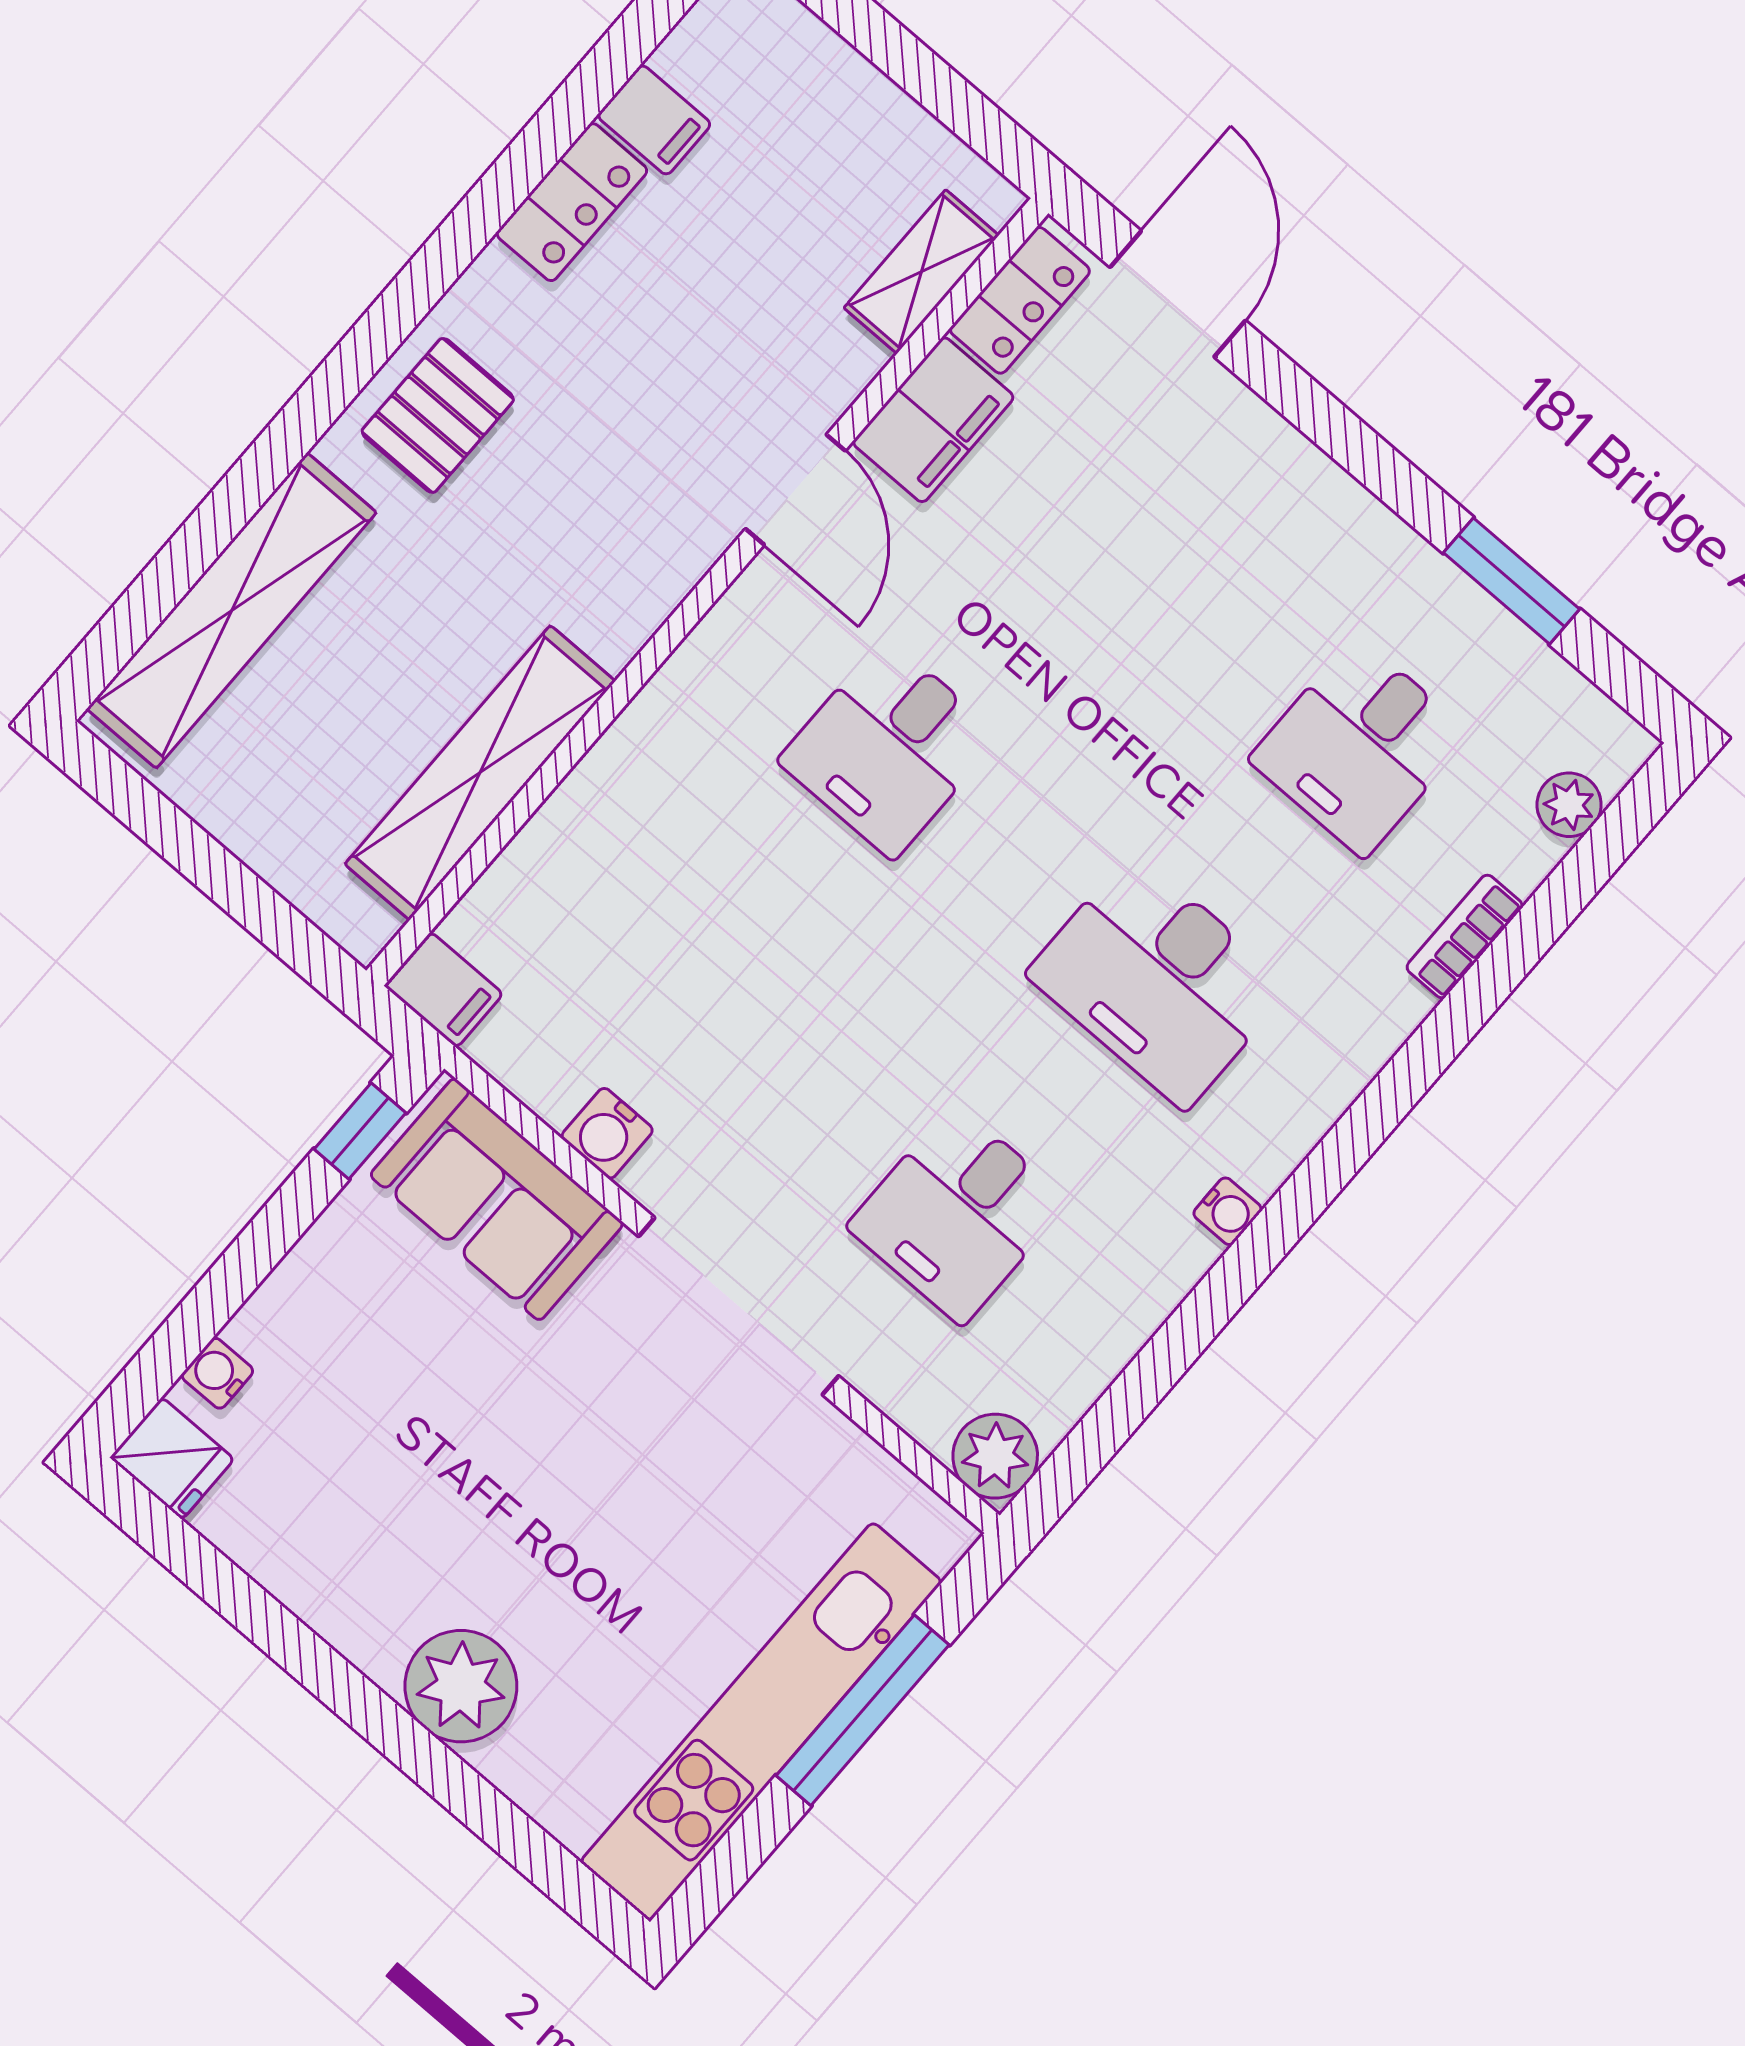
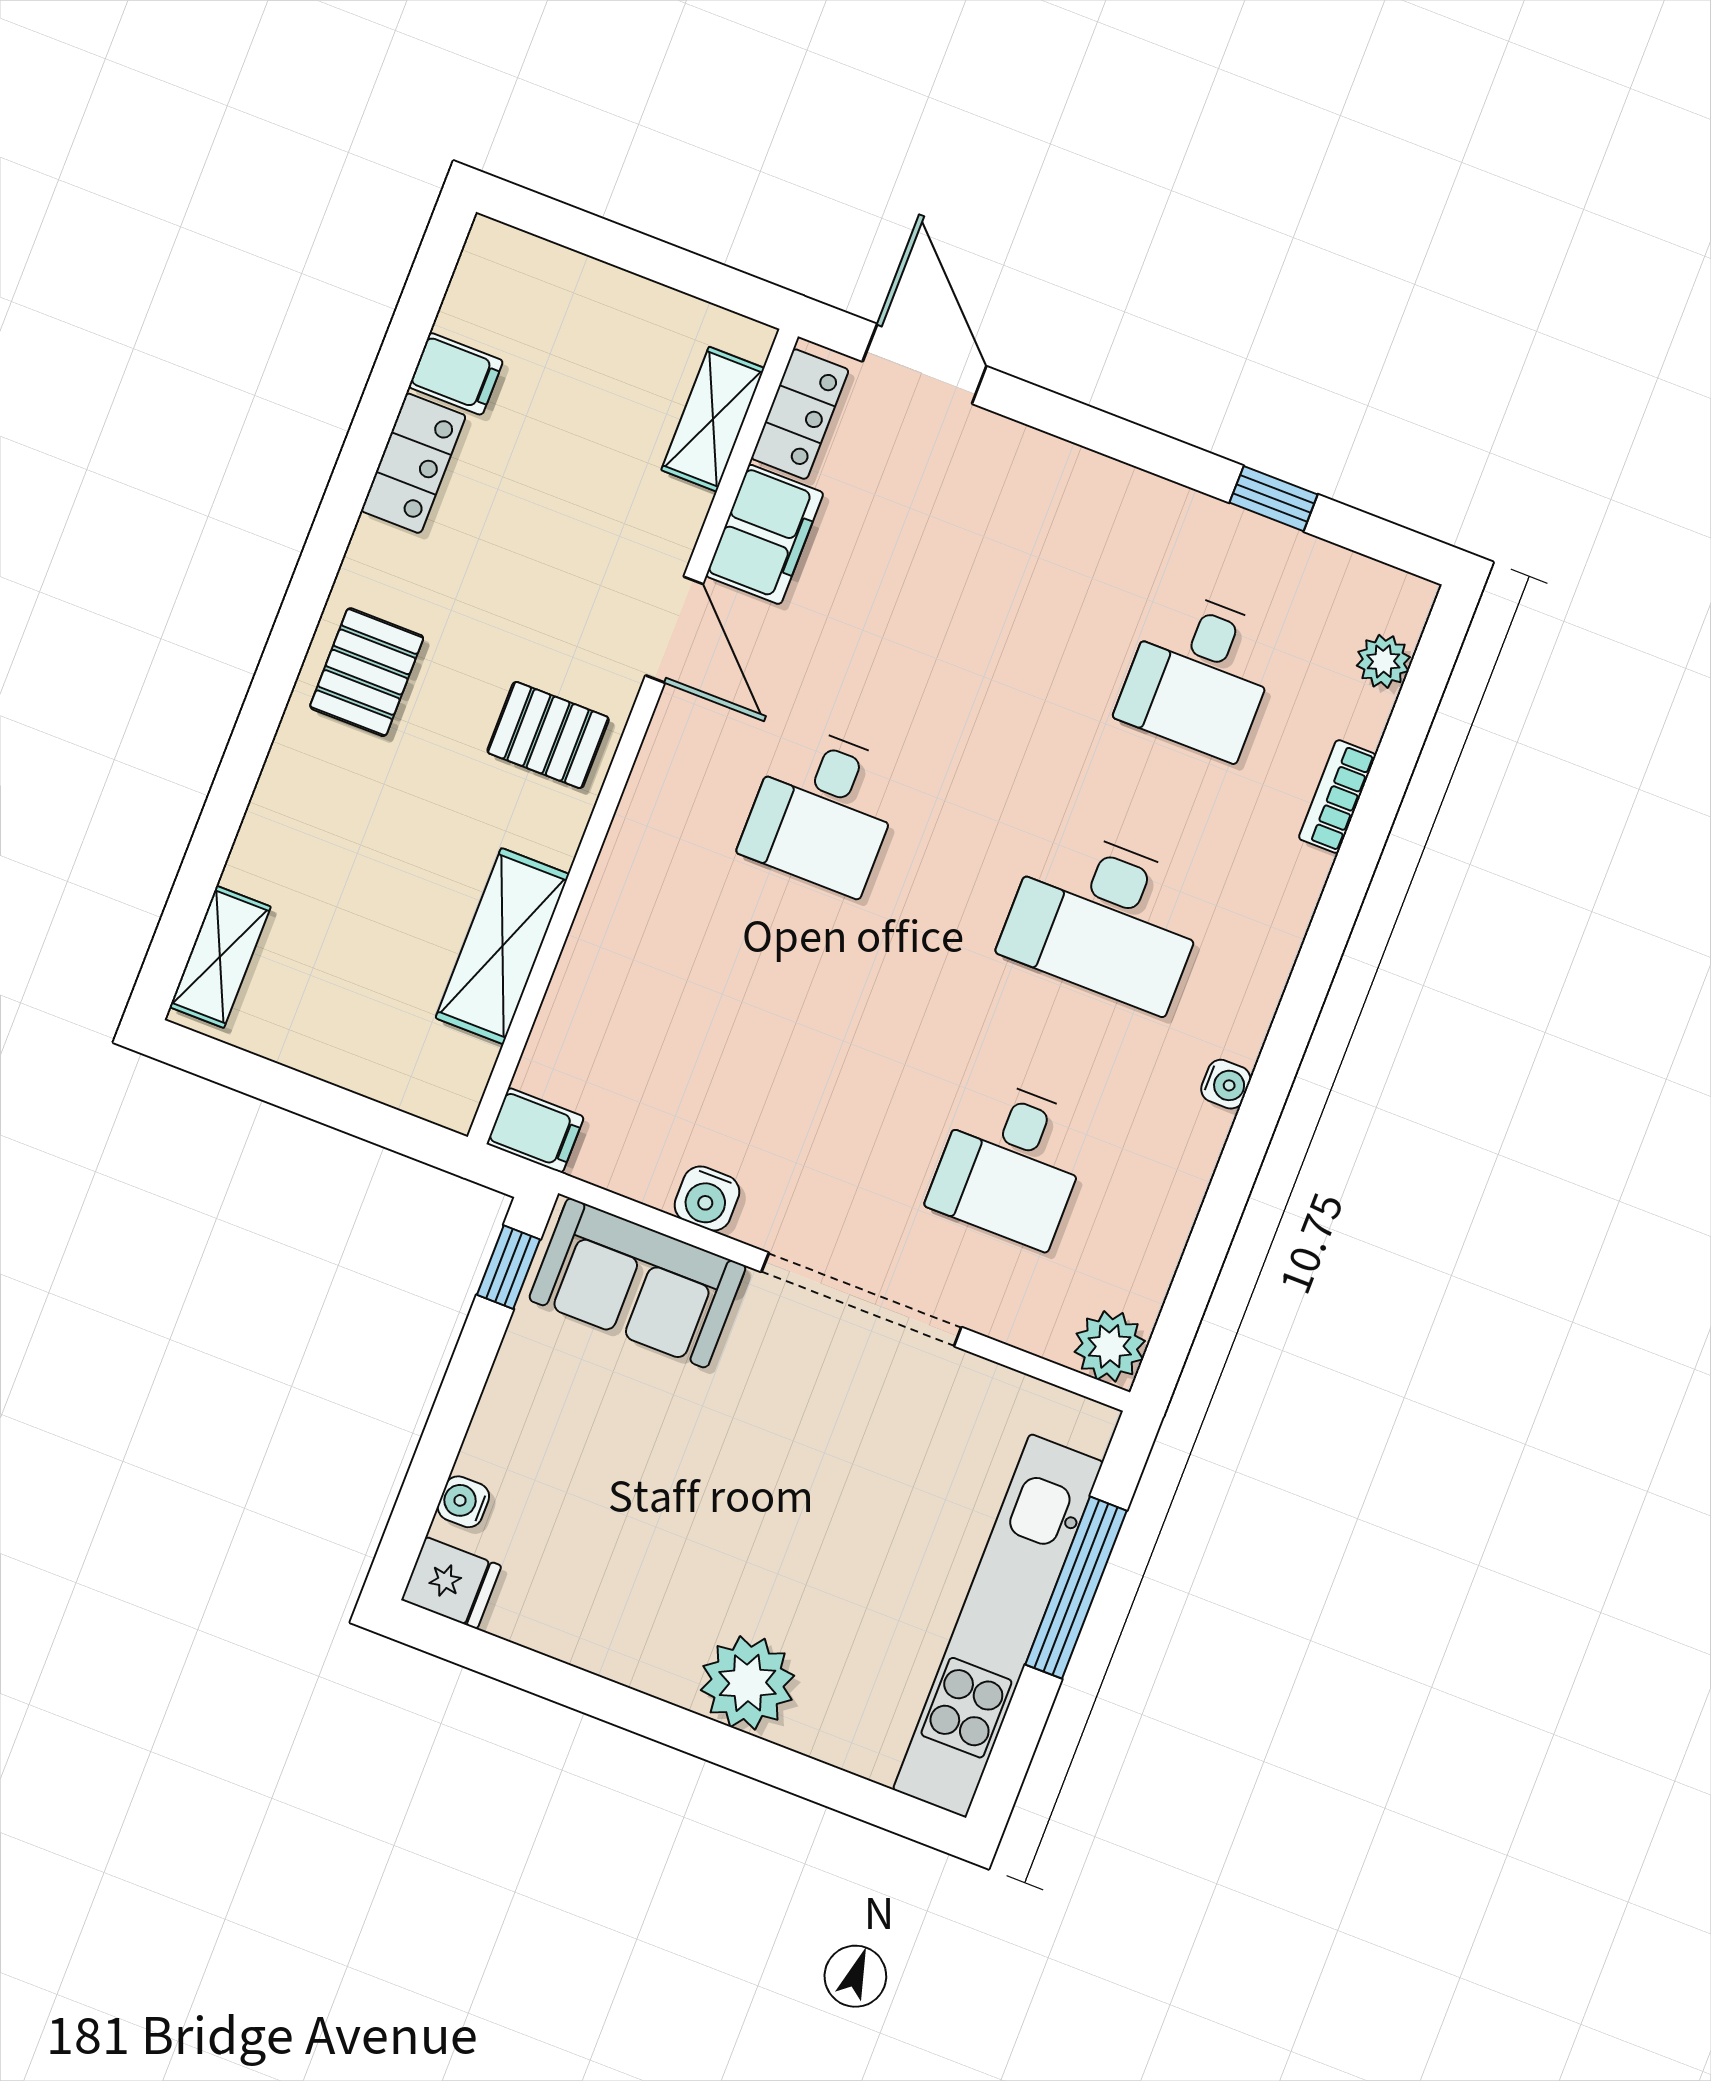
pallet: (614, 557) -> (548, 735), added
window: (1511, 581) -> (1274, 499), width x0.67
shelving: (232, 611) -> (220, 957), width x0.45, depth x0.75
shelving: (480, 773) -> (502, 946), width x0.68

